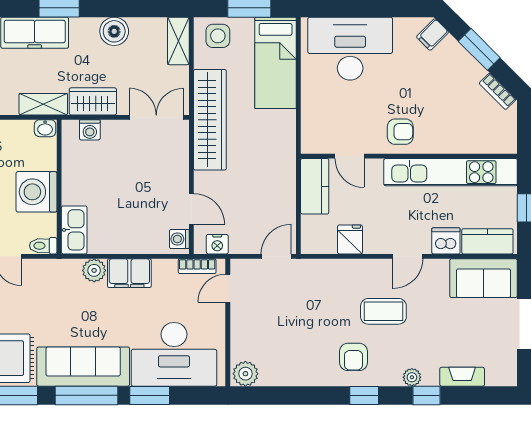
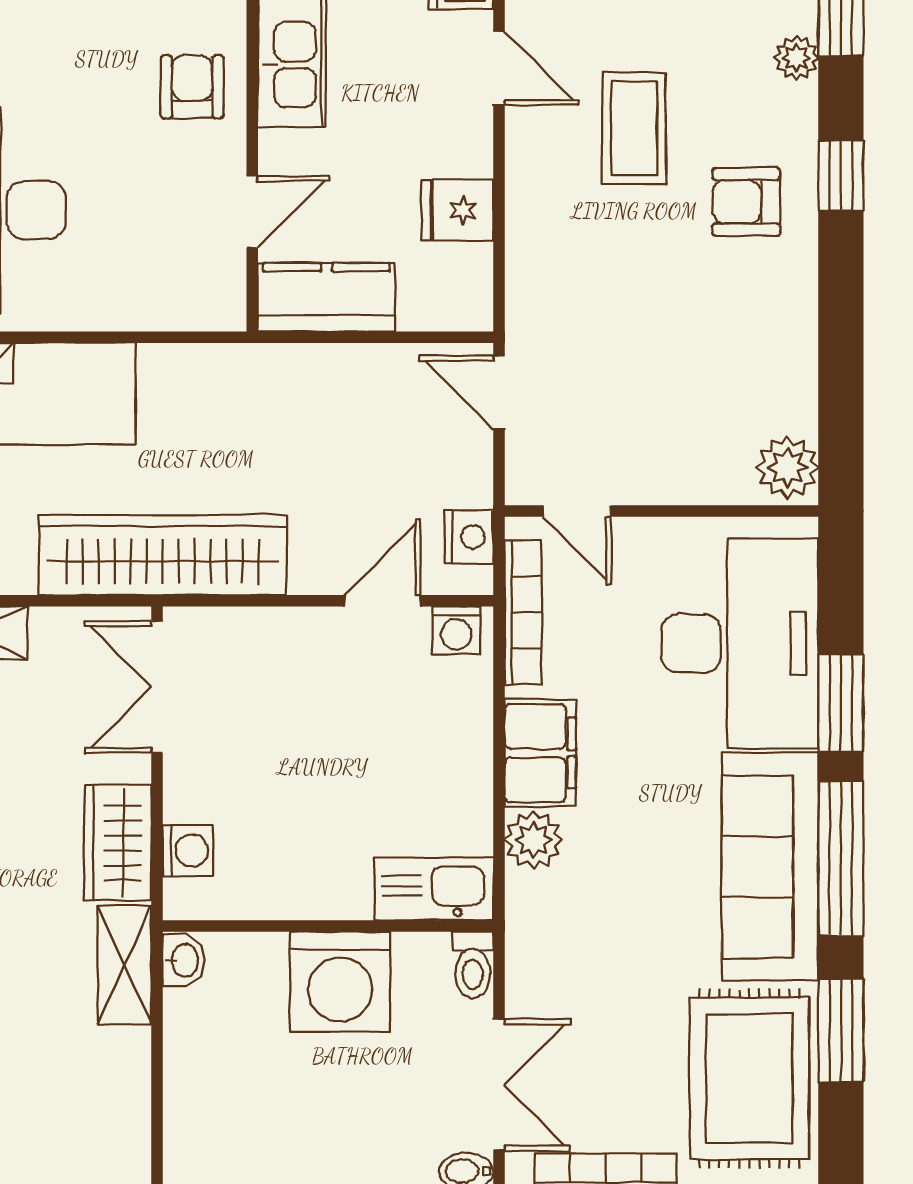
bookcase: (197, 266) -> (523, 612), width x1.56
armchair: (353, 357) -> (746, 202), turned 180

